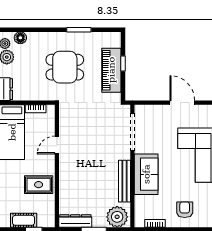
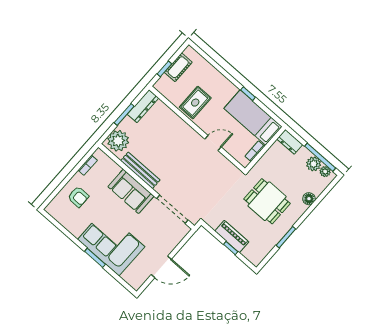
floor lamp: (20, 38) -> (309, 199), moved
dining table: (65, 67) -> (267, 201), turned 90
piano: (111, 70) -> (232, 236), width x0.73, depth x0.75
door: (57, 145) -> (213, 143), hinge flipped

